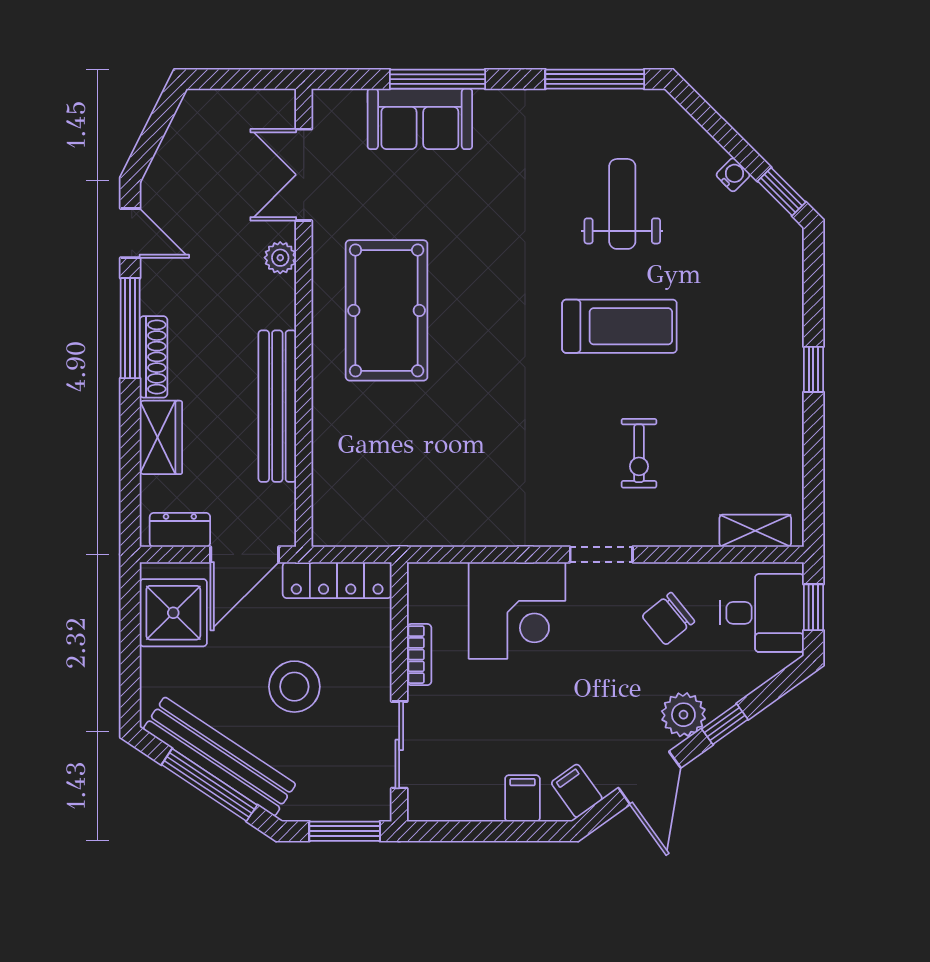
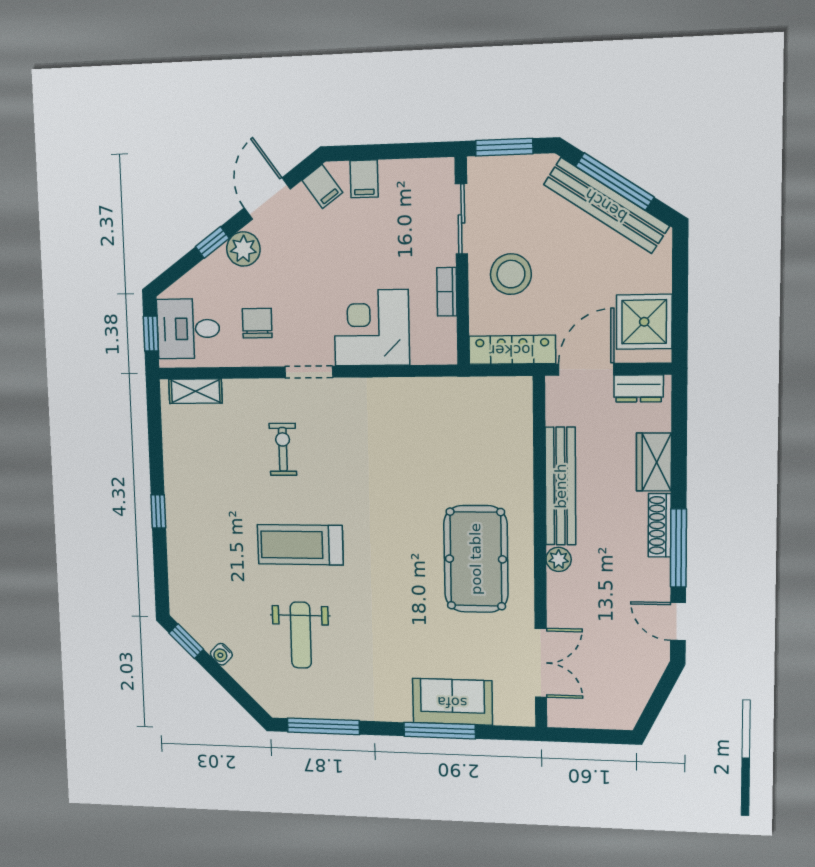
plant: (280, 258) -> (559, 559), moved
chair: (668, 619) -> (257, 323), turned -51
stool: (294, 687) -> (511, 274), moved

